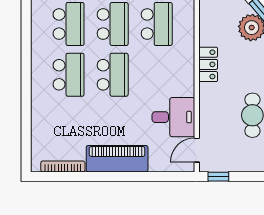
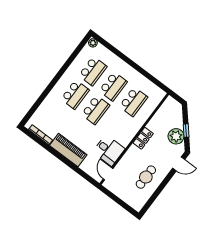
door: (197, 150) -> (108, 174), hinge flipped
window: (218, 177) -> (109, 194), removed

